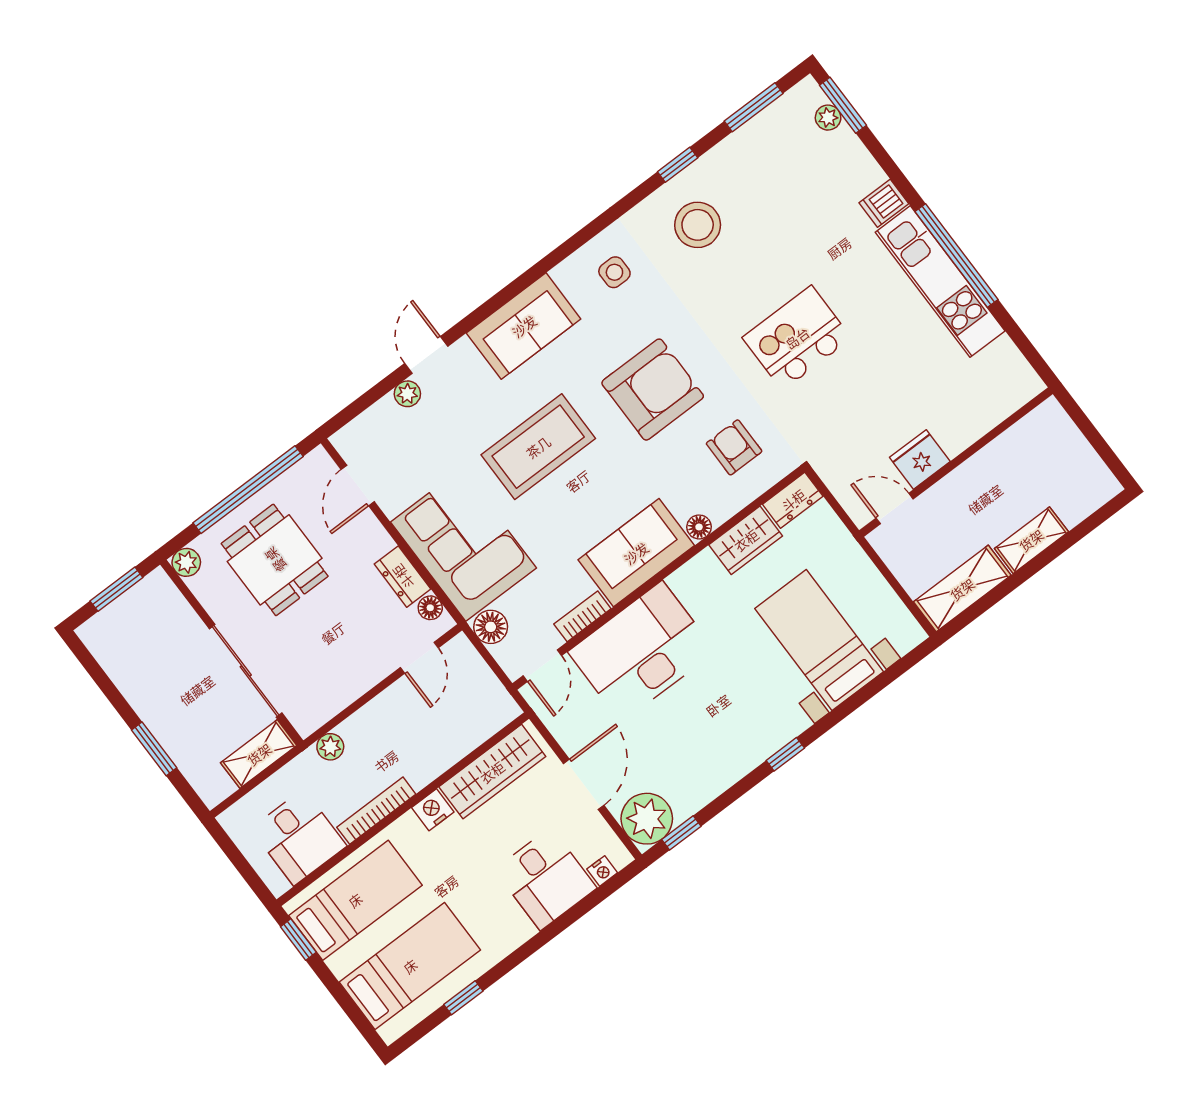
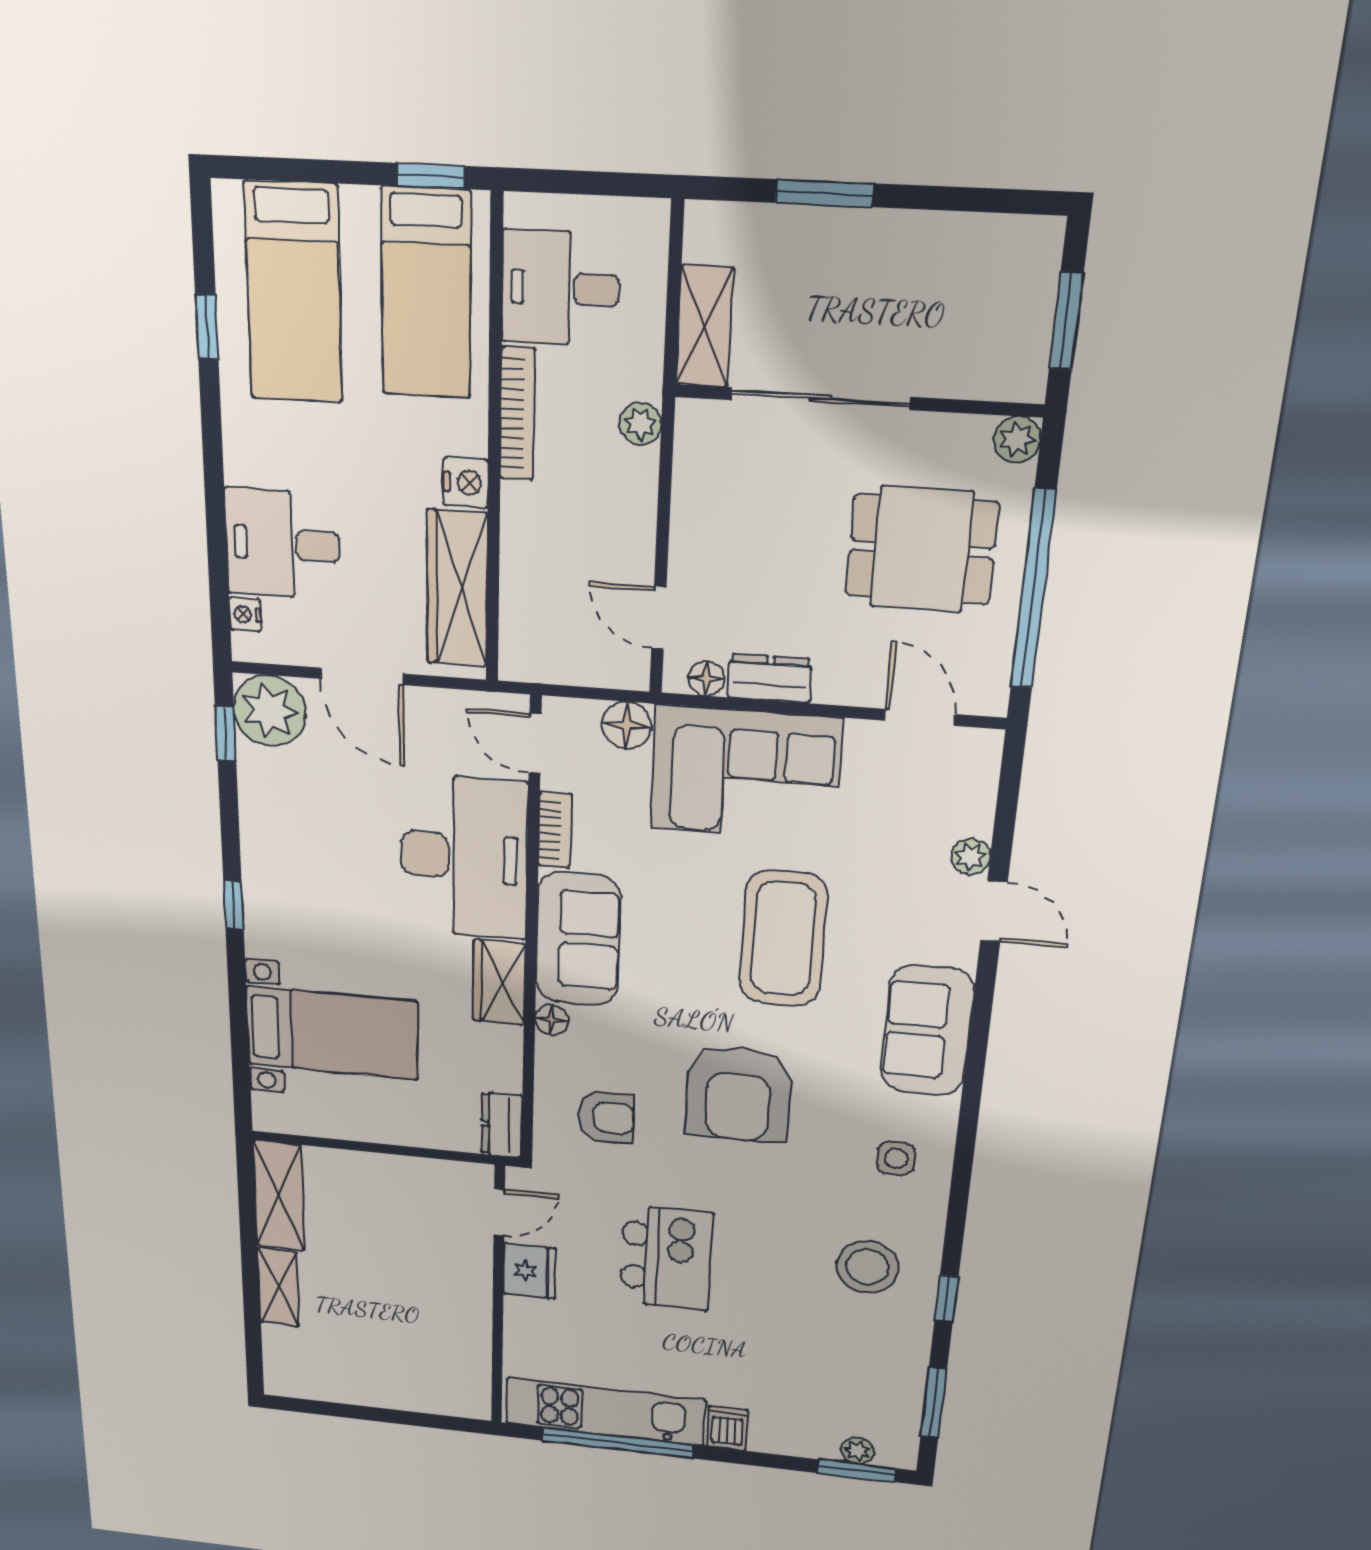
fridge: (920, 459) -> (529, 1271), moved
wall: (956, 462) -> (498, 1297), moved
door: (895, 509) -> (499, 1212), moved
wardrobe: (746, 540) -> (499, 982), moved

